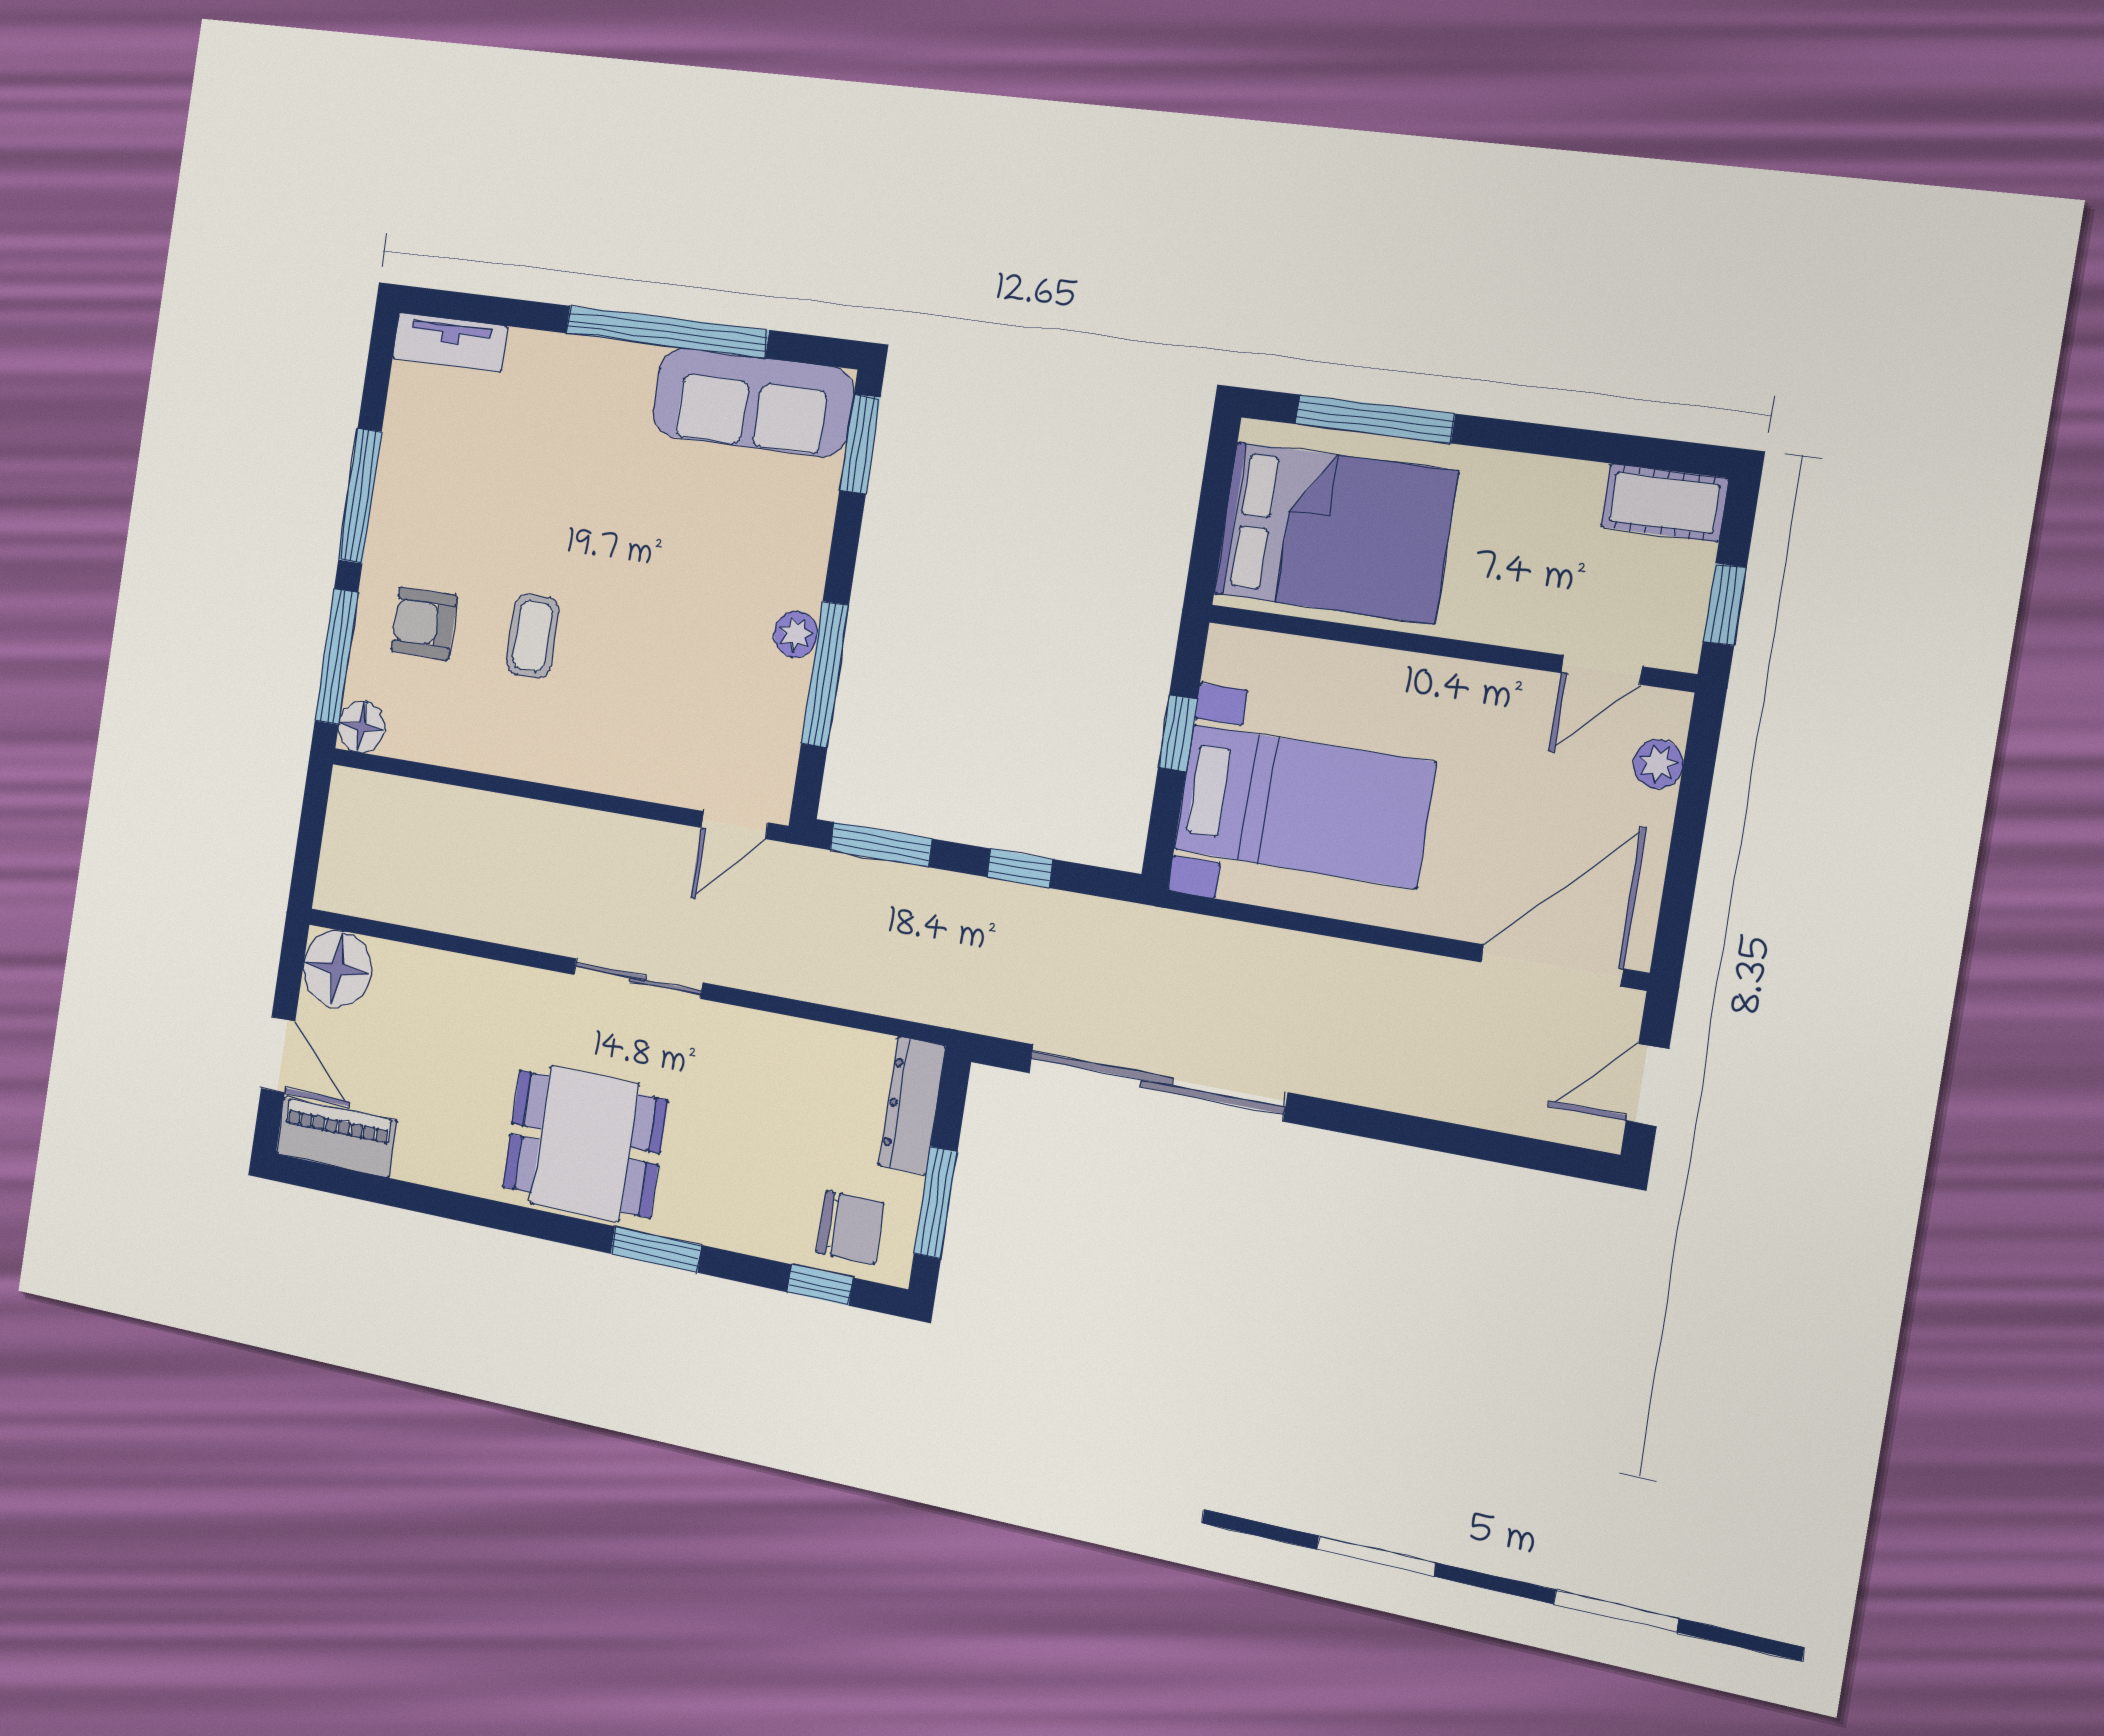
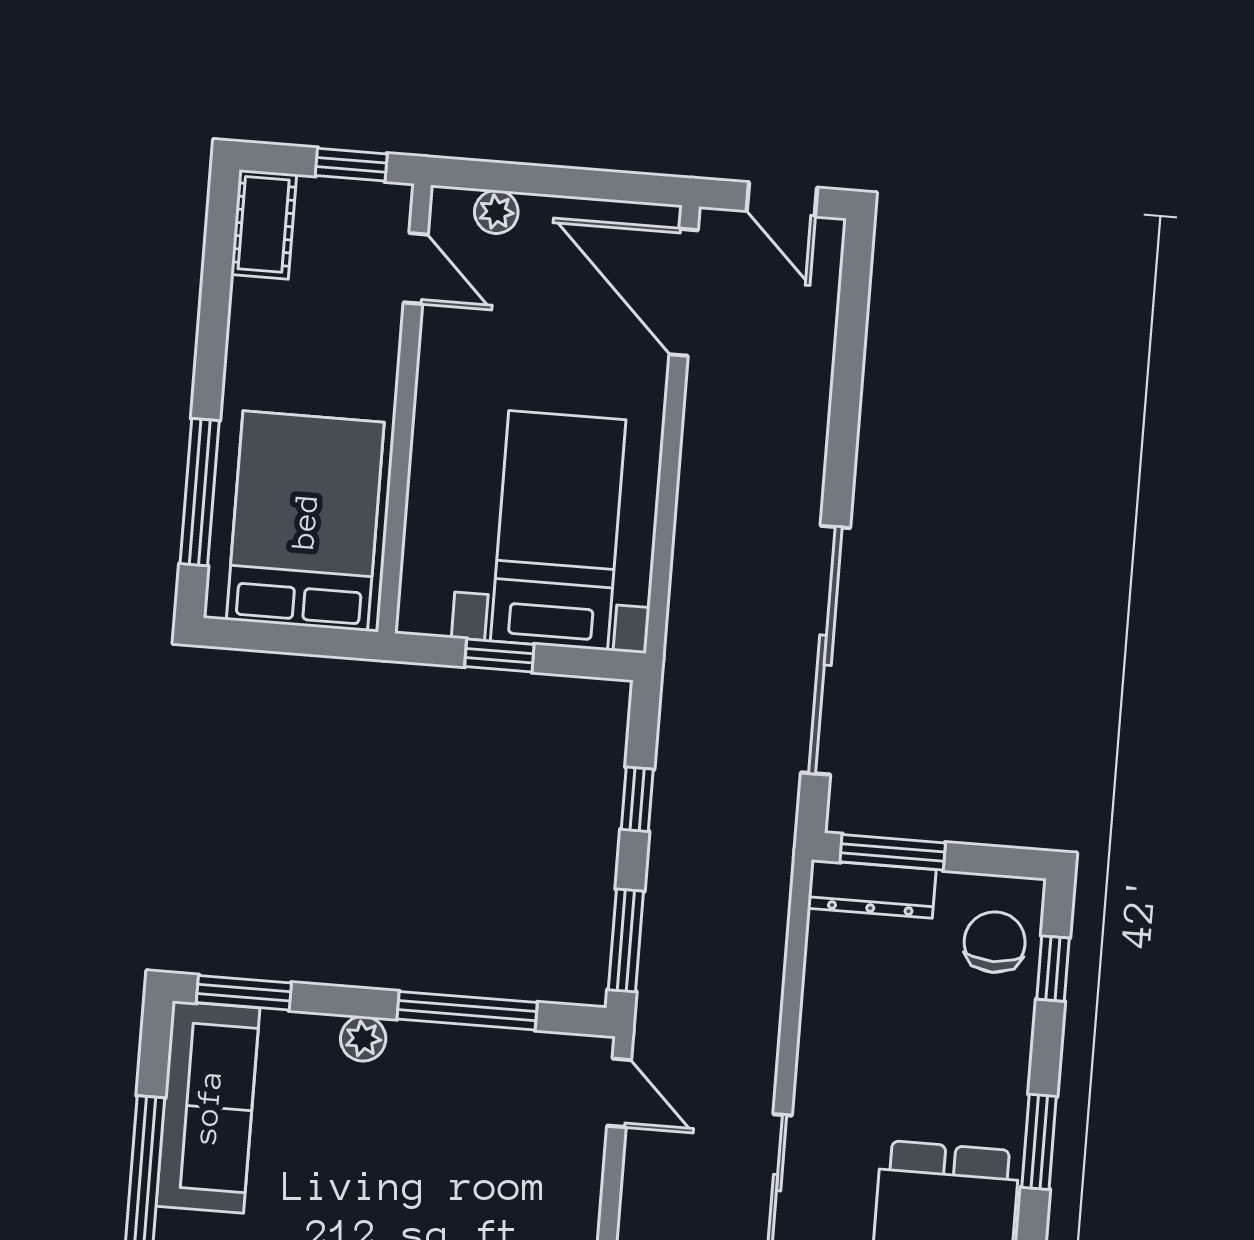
plant: (796, 634) -> (363, 1039), moved
window: (936, 1203) -> (893, 852), moved

